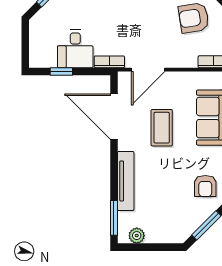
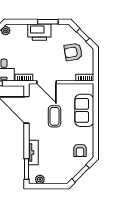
door: (148, 70) -> (47, 82), hinge flipped
tv unit: (126, 181) -> (33, 152), width x0.71

